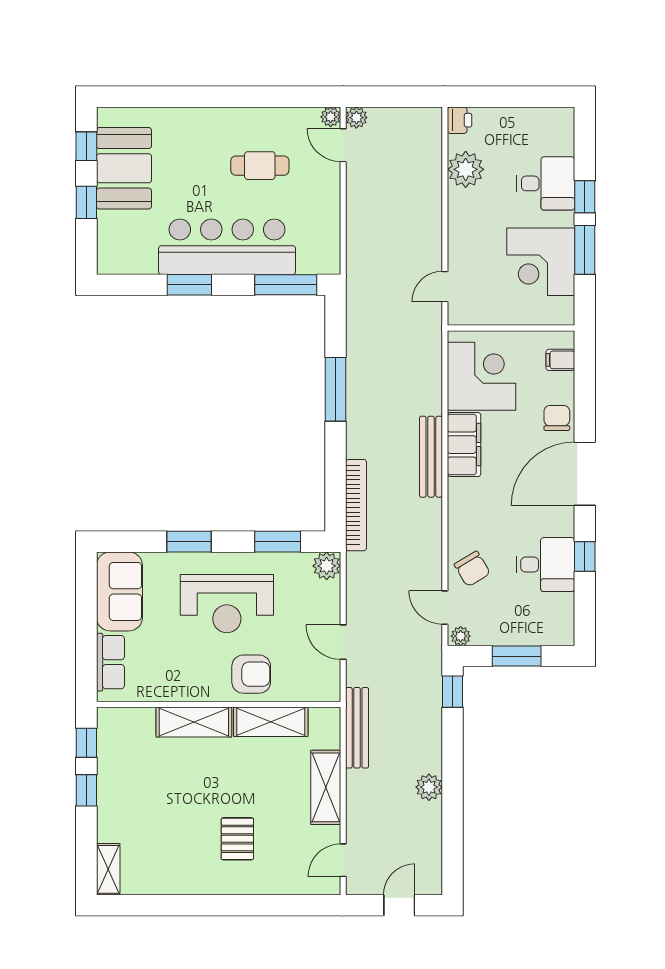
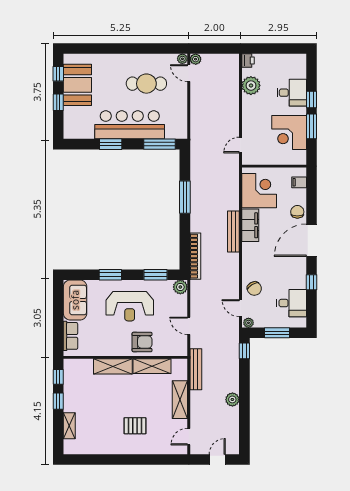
cafe table: (260, 166) -> (146, 84), width x1.37, depth x1.35
desk: (545, 565) -> (292, 303), moved
pallet: (237, 839) -> (135, 426), turned 90
shelving: (108, 869) -> (69, 426), moved

